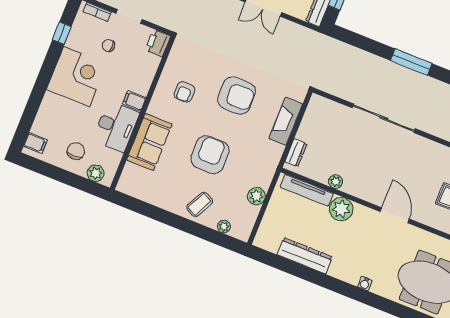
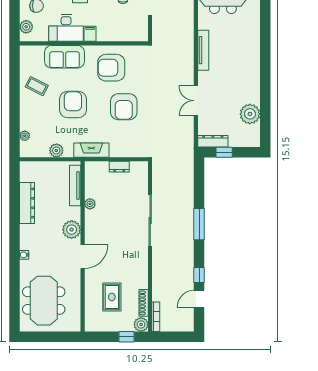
printer: (158, 43) -> (139, 34), removed
armchair: (184, 92) -> (111, 68), width x1.88, depth x1.88
fireplace: (286, 121) -> (91, 150), moved
dresser: (296, 153) -> (119, 167), moved
armchair: (210, 155) -> (73, 105), turned -90
coffee table: (200, 204) -> (37, 86), moved
plant: (341, 209) -> (72, 230), moved

